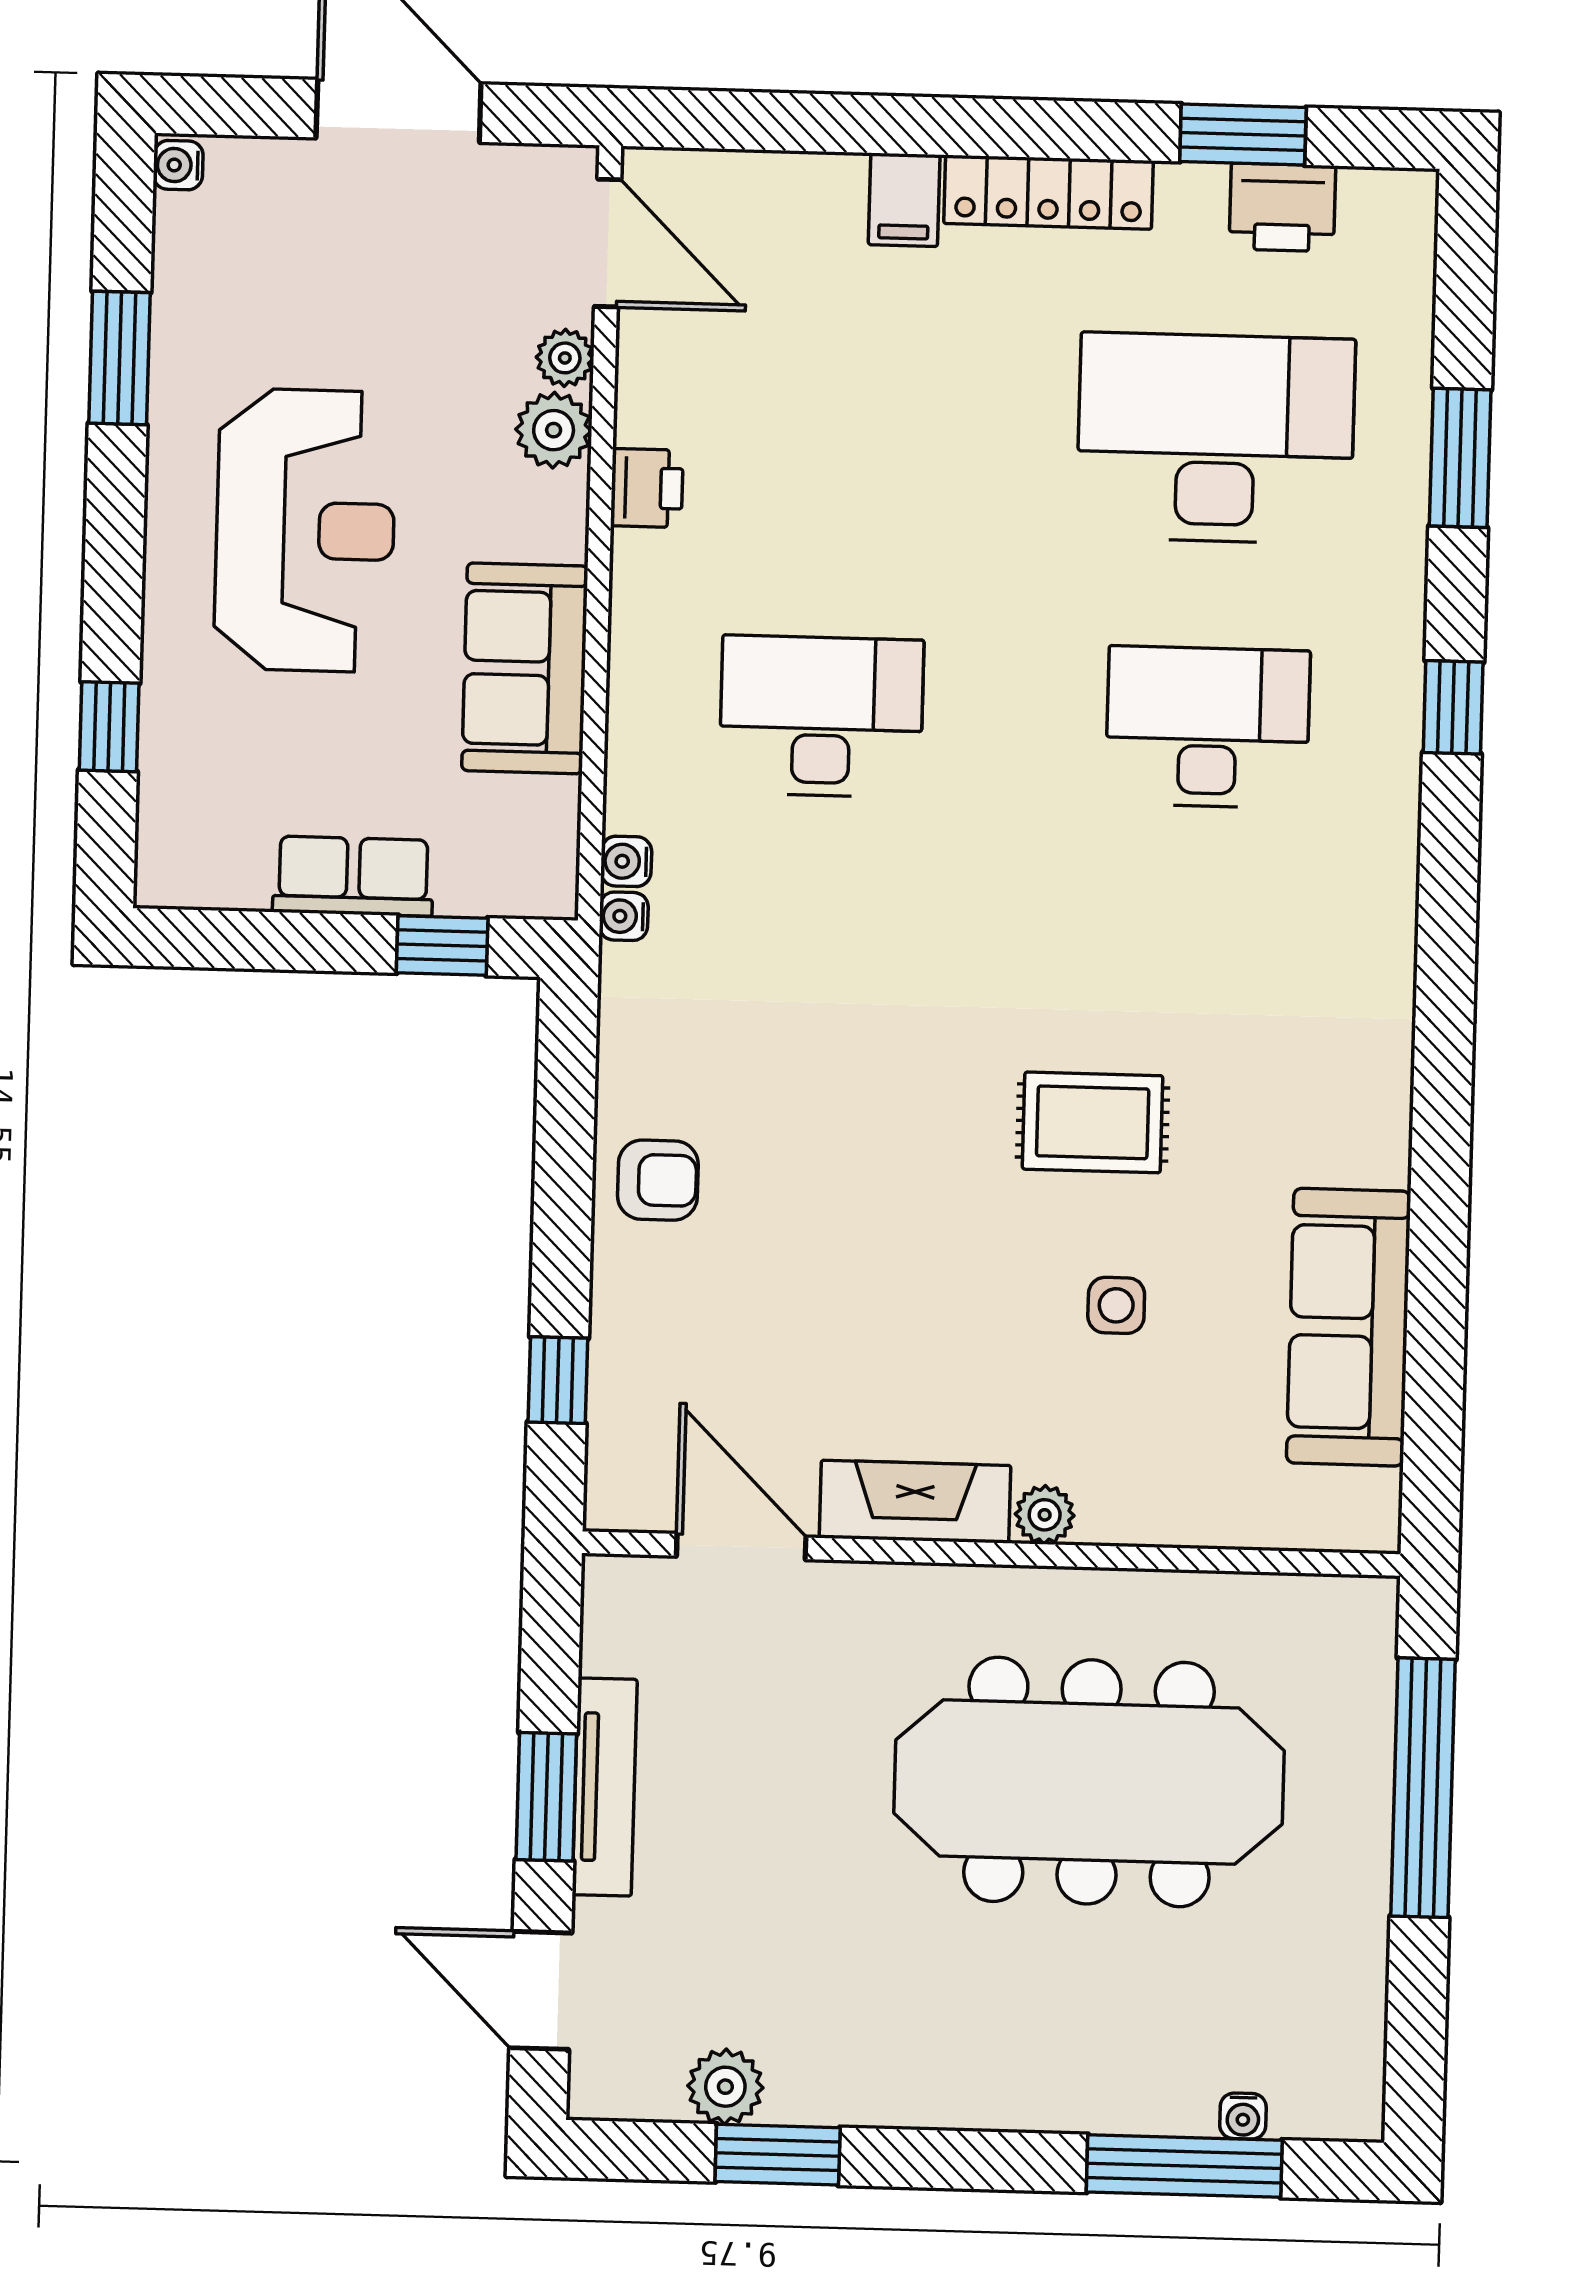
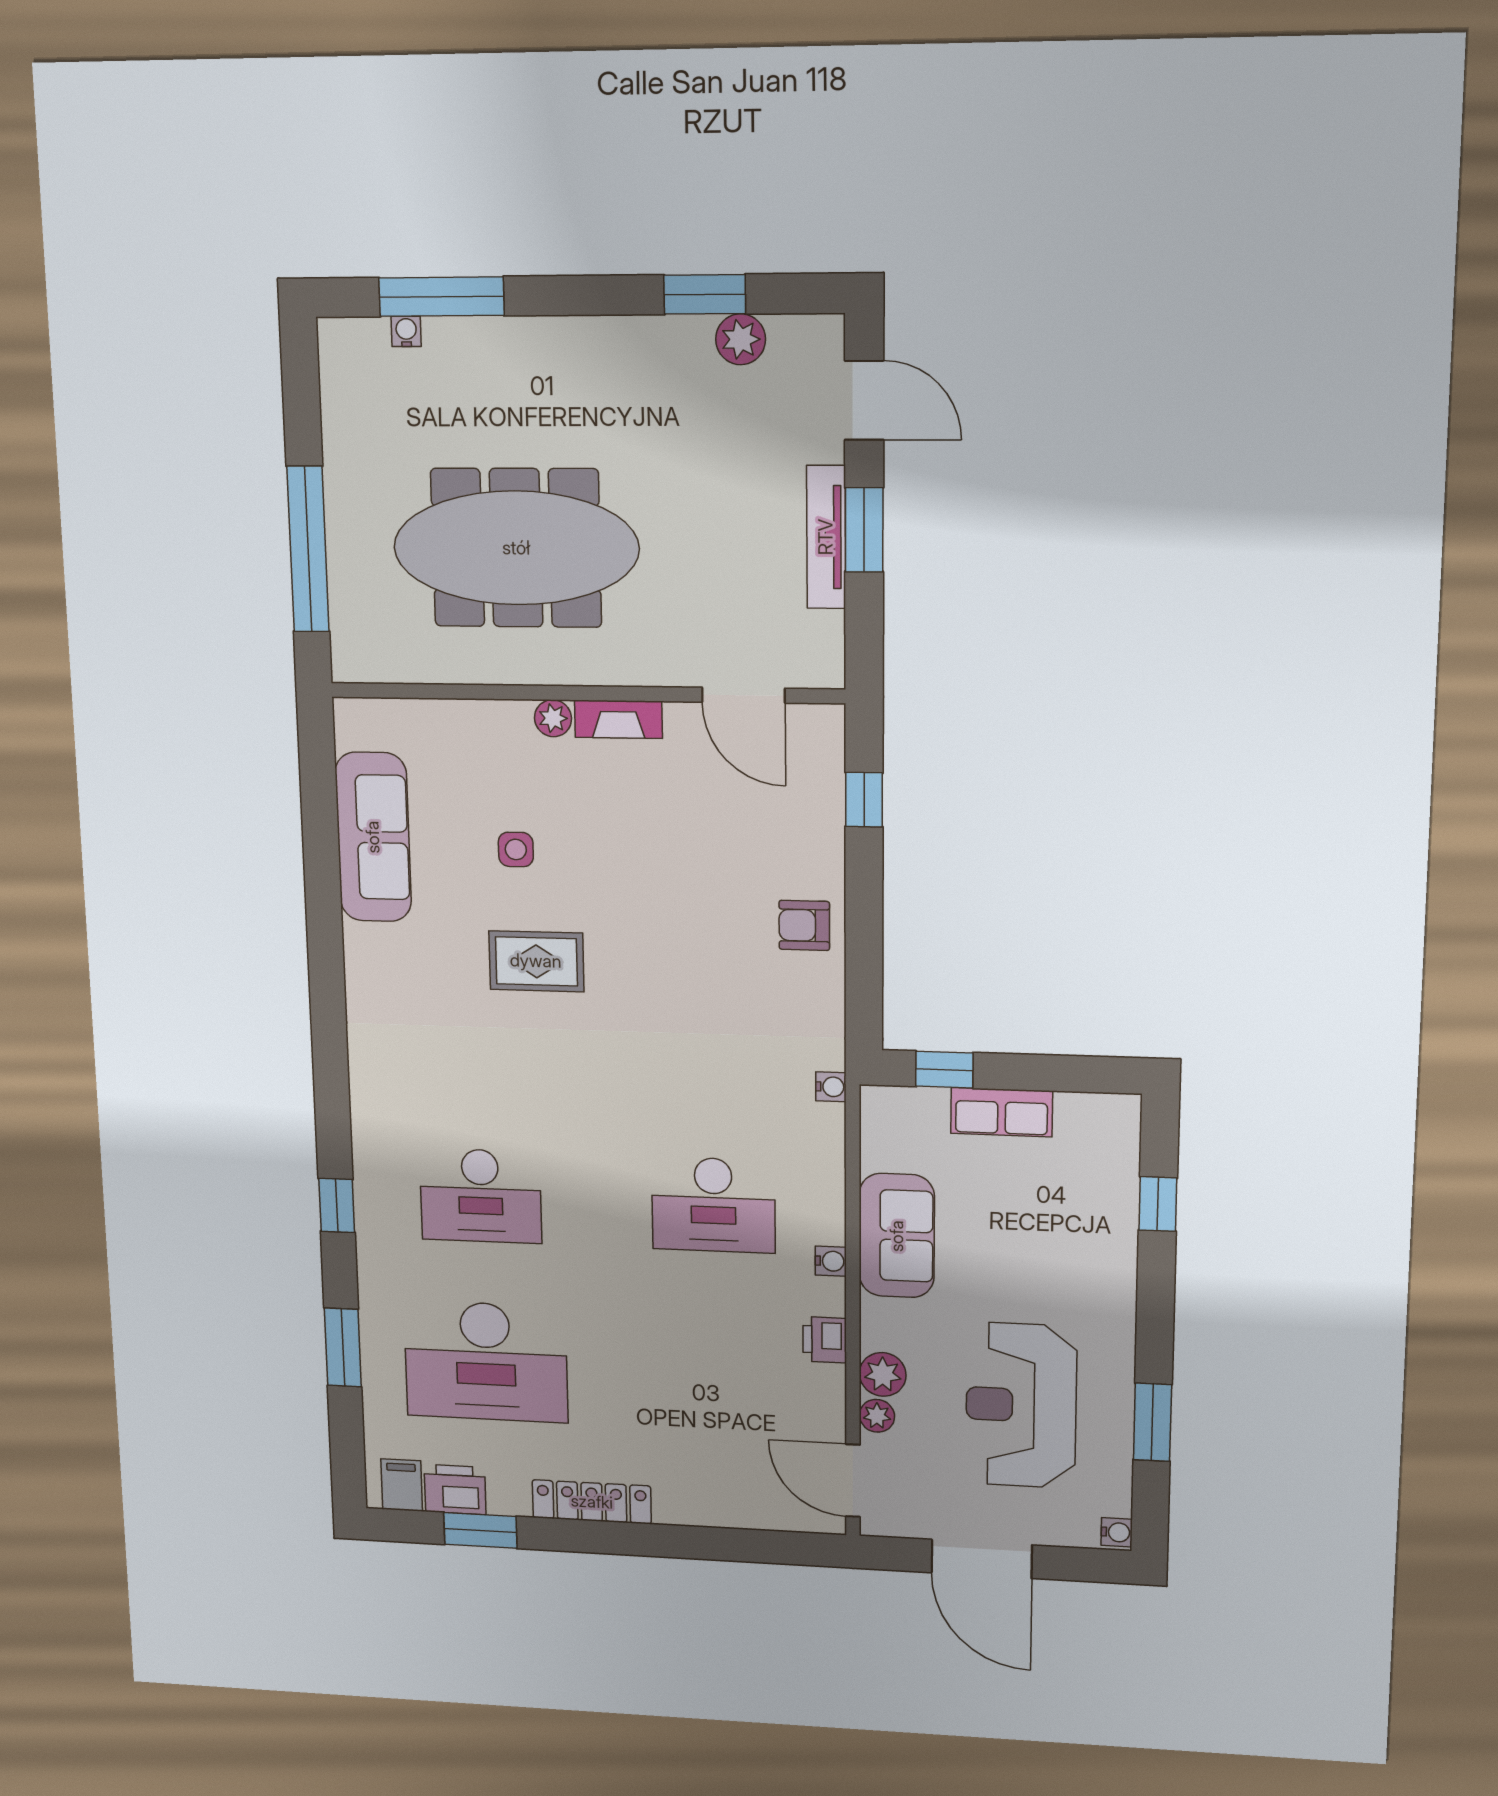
filing cabinet: (904, 200) -> (402, 1485), moved
reception desk: (305, 530) -> (1021, 1405), moved
water cooler: (626, 861) -> (831, 1261), moved
fireplace: (915, 1502) -> (618, 719), width x0.73, depth x0.76

